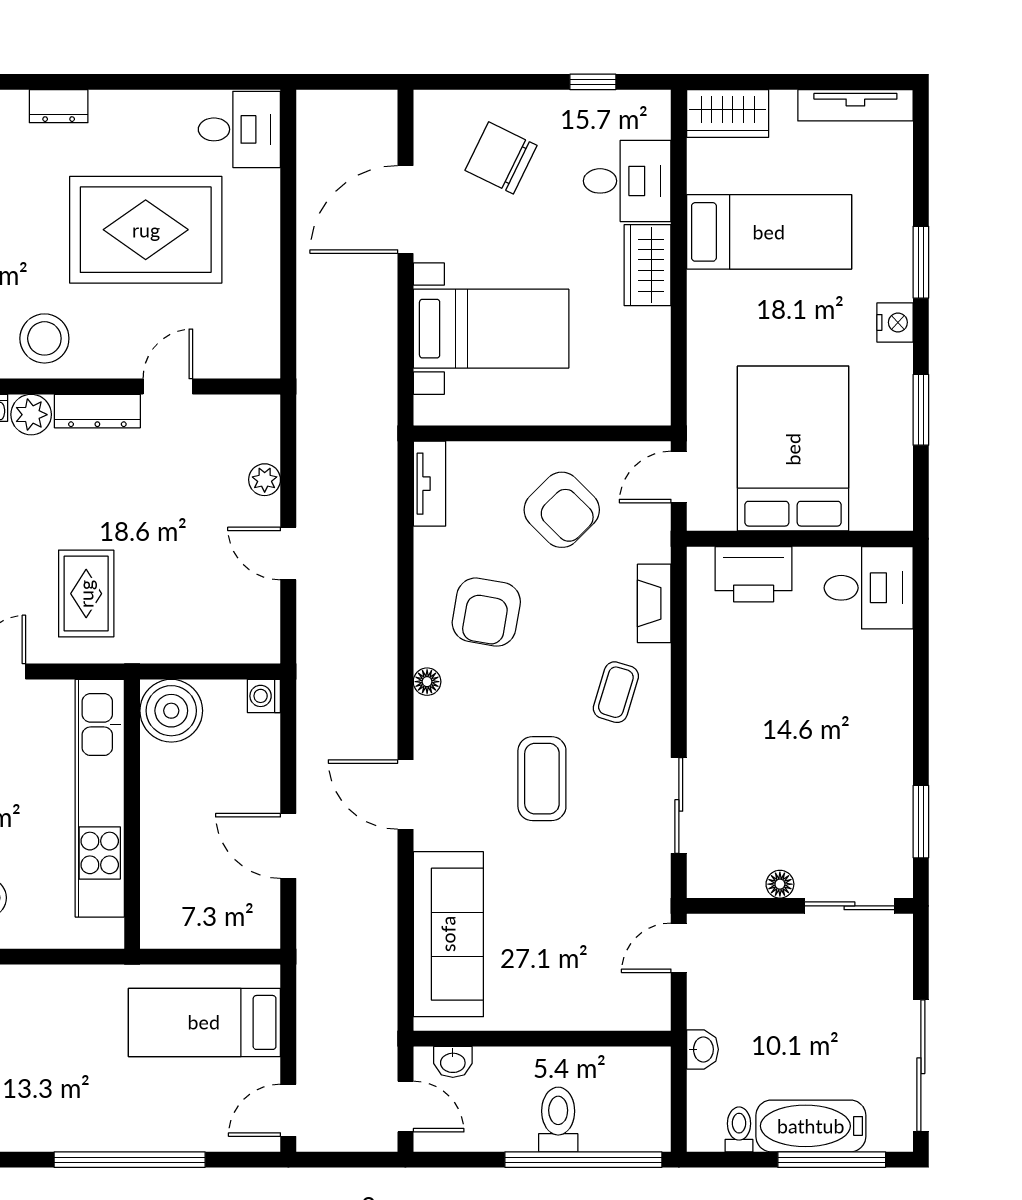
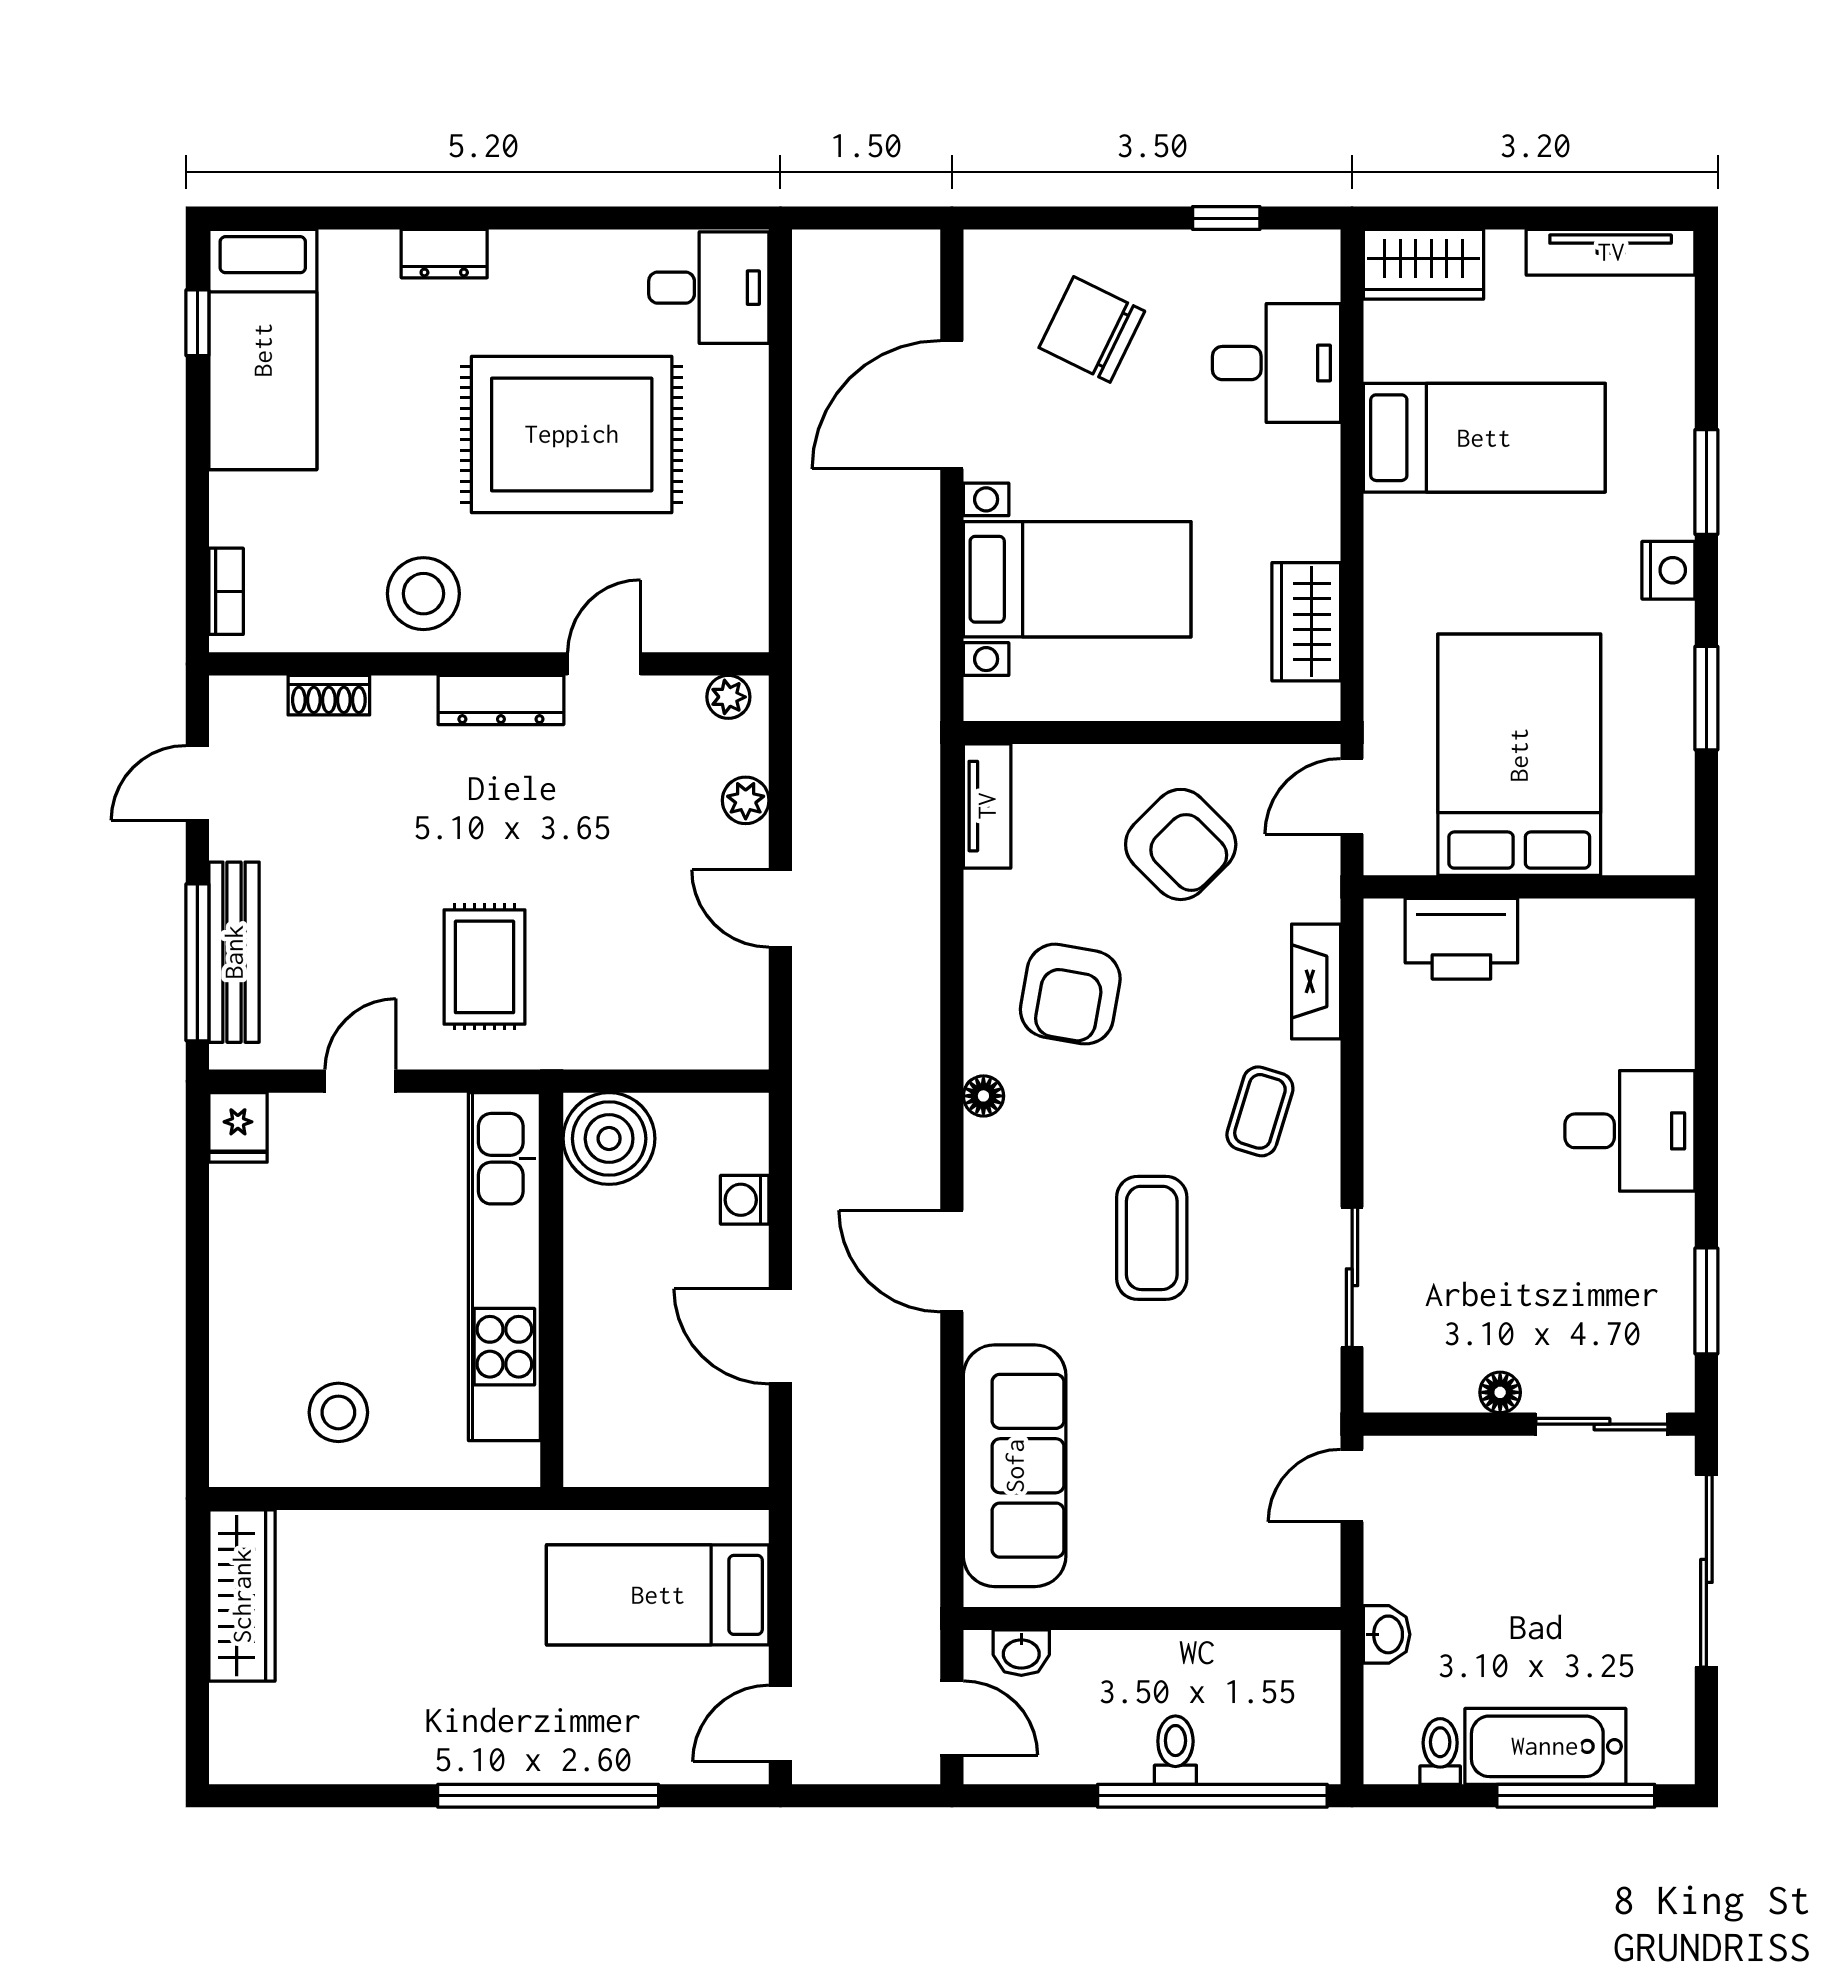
wardrobe: (648, 265) -> (1306, 622), moved
plant: (31, 415) -> (728, 697), moved, width x0.73, depth x0.73
desk: (869, 588) -> (1630, 1131), moved
washing machine: (264, 696) -> (745, 1200), moved
sliding door: (921, 1066) -> (1706, 1571), moved
toilet: (558, 1119) -> (1175, 1750), width x0.73, depth x0.72

